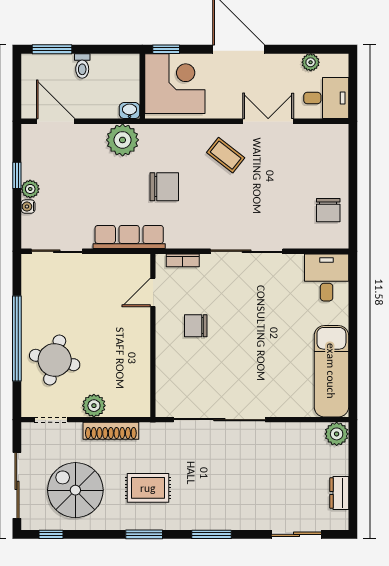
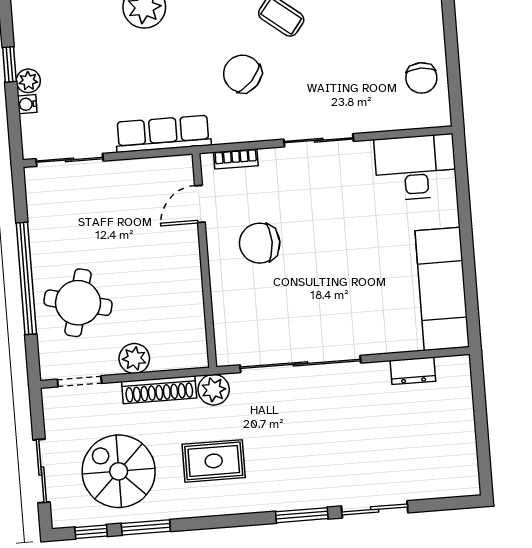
chair: (164, 187) -> (242, 74), moved, turned -137
sliding door: (247, 251) -> (319, 140), width x0.73
desk: (327, 277) -> (415, 167), width x1.37
chair: (196, 326) -> (260, 243), width x1.37, depth x1.37
plant: (337, 434) -> (214, 390), moved
sliding door: (17, 485) -> (41, 471), width x0.73
dresser: (339, 493) -> (413, 371), moved, turned -90
window: (144, 534) -> (146, 527), moved
sliding door: (296, 534) -> (375, 509), moved

